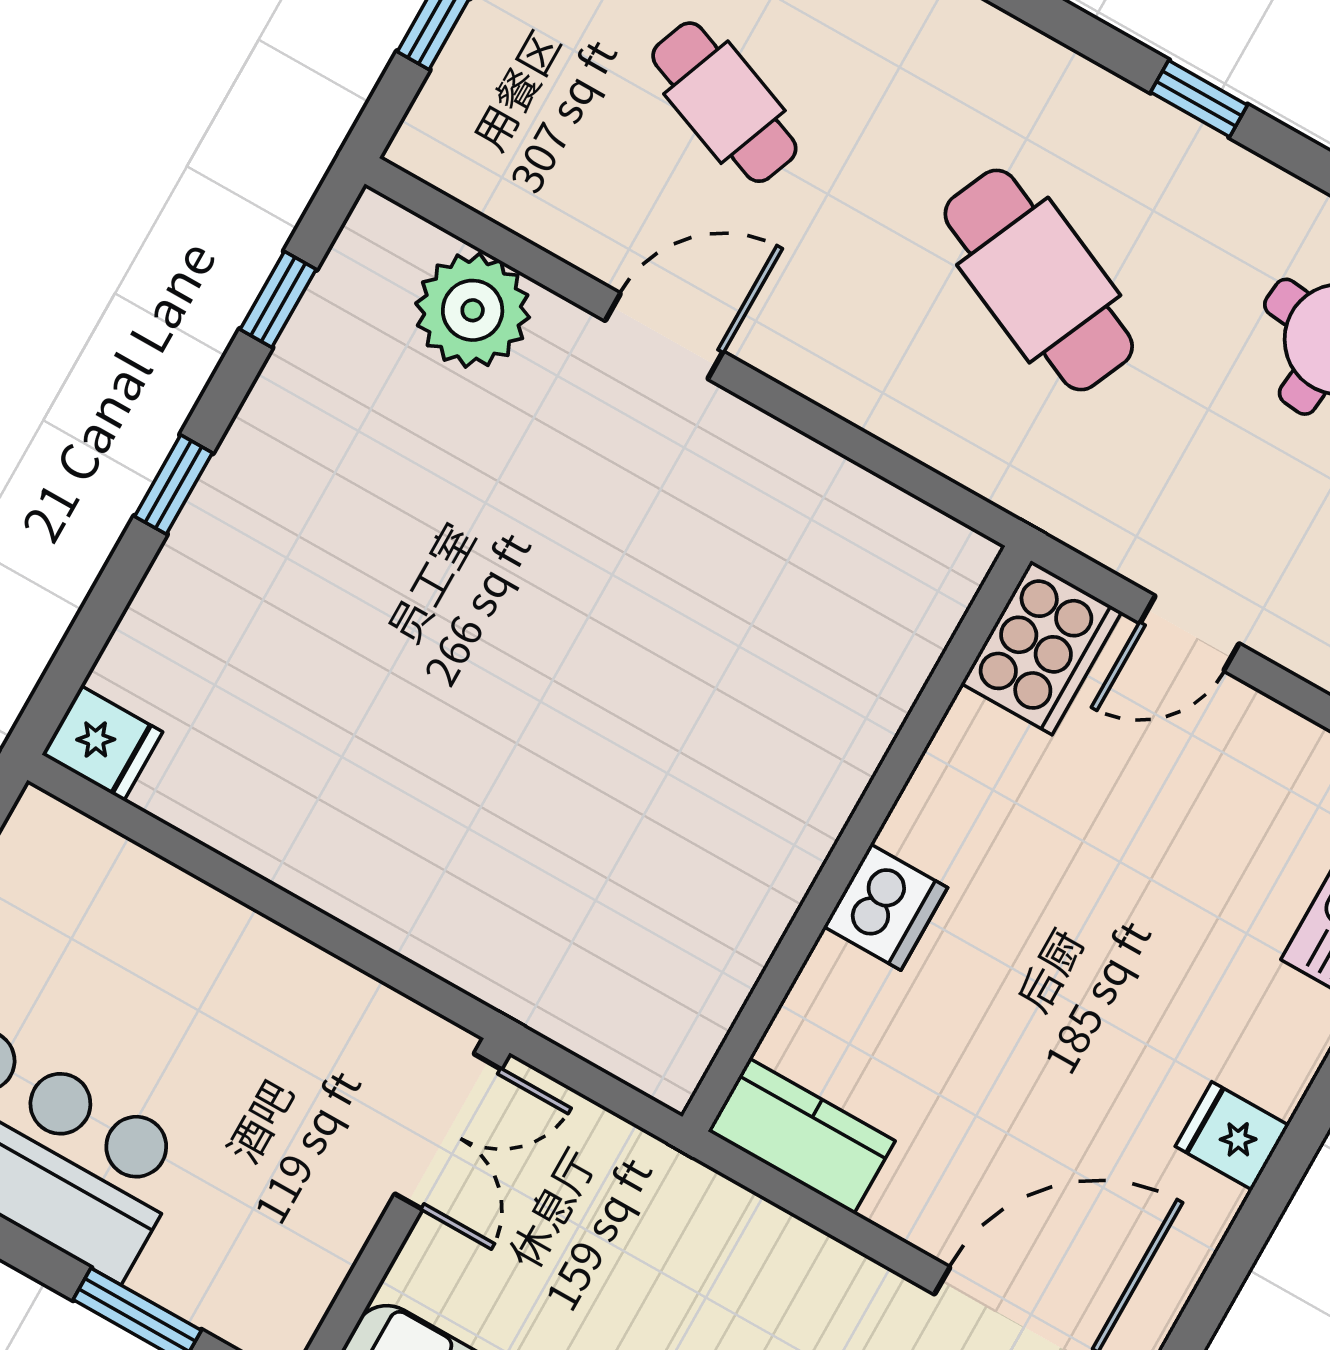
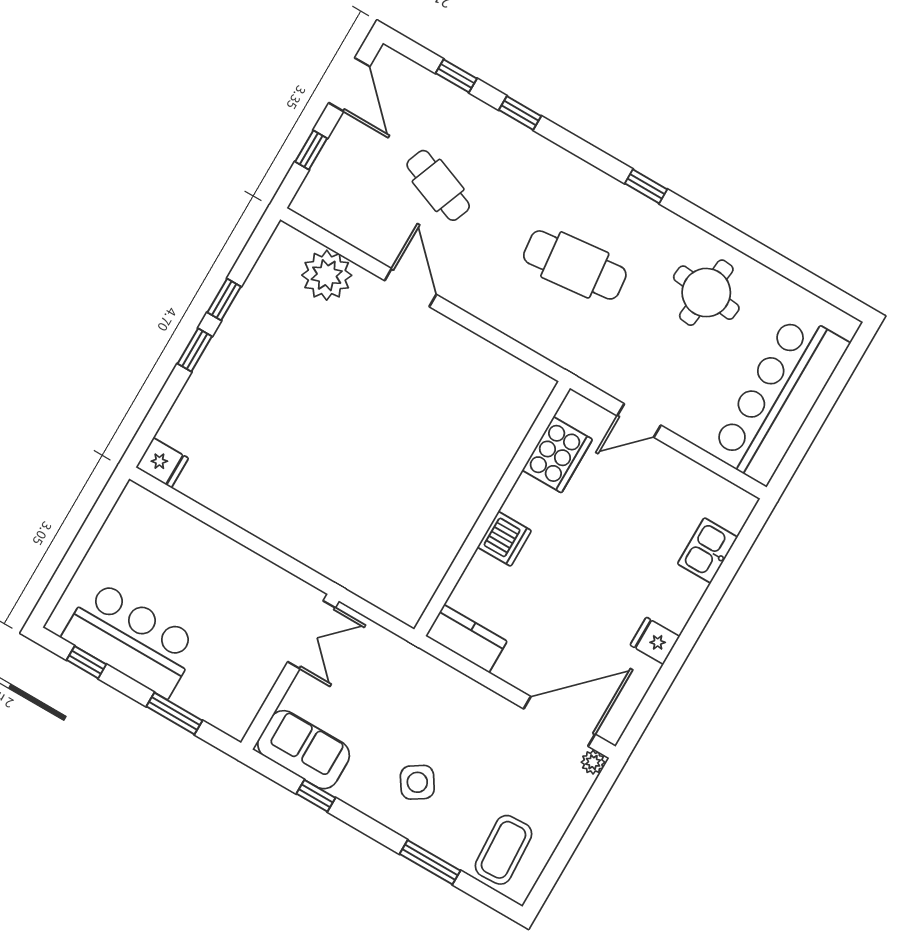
cafe table: (1039, 280) -> (575, 265), turned -30
window: (278, 299) -> (224, 299), moved
door: (664, 336) -> (410, 288), hinge flipped
cooker: (1041, 648) -> (557, 455), moved

